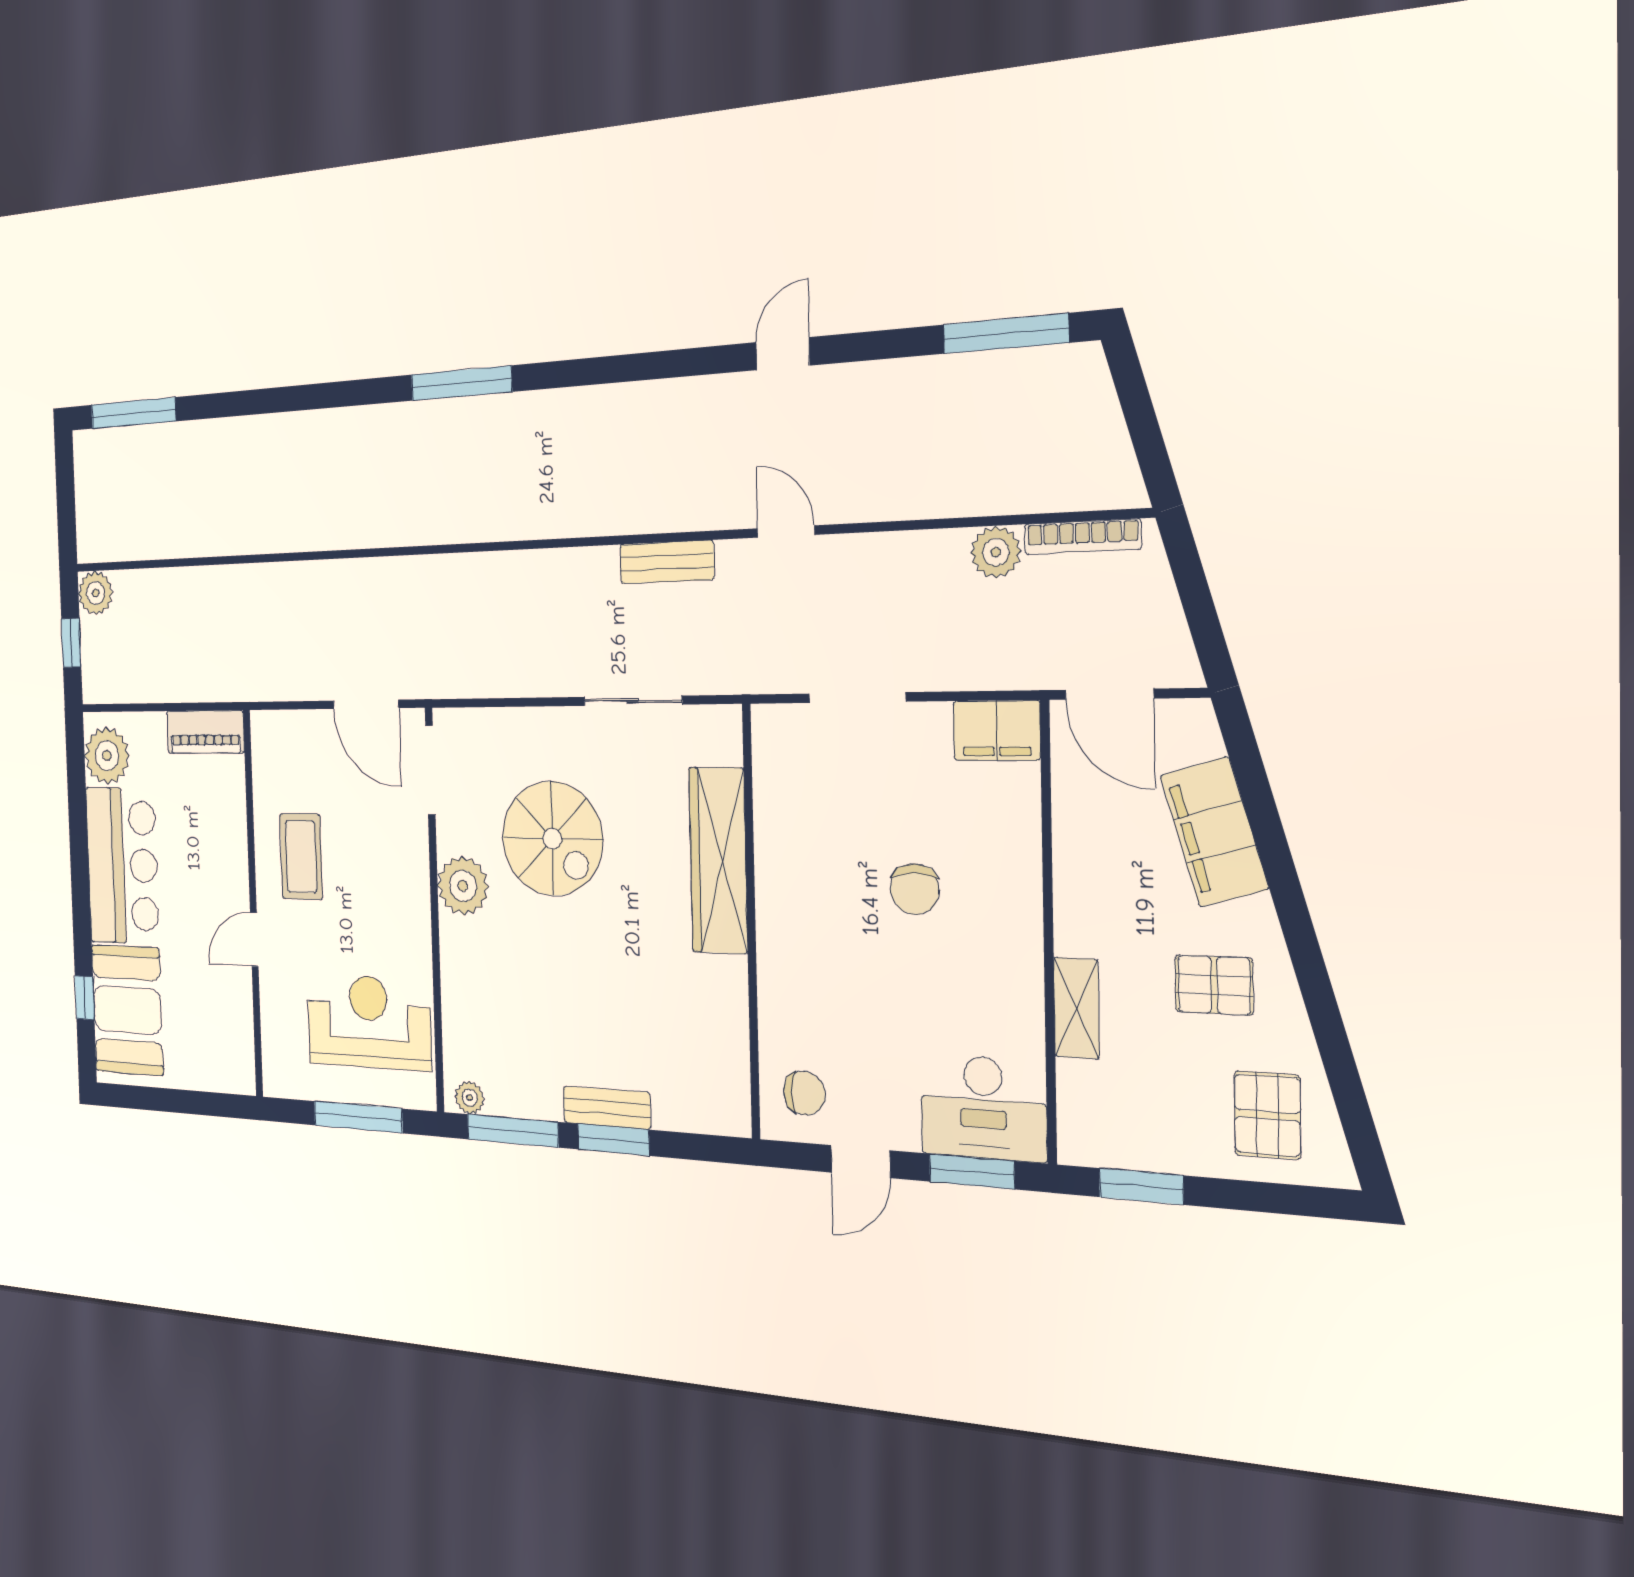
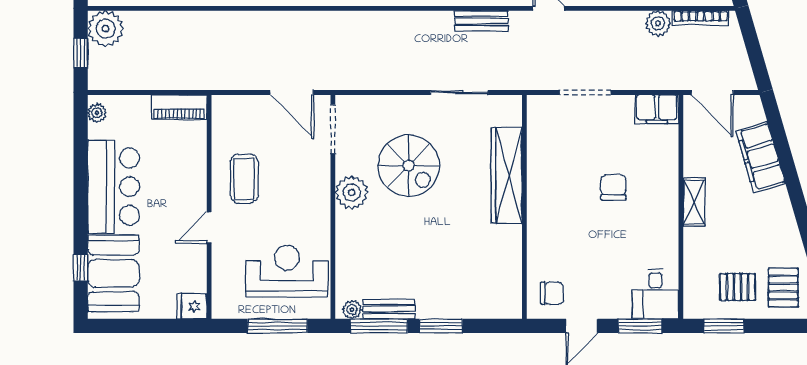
plant: (96, 593) -> (106, 29), width x1.36, depth x1.36
plant: (107, 756) -> (97, 113), width x0.53, depth x0.53
chair: (915, 889) -> (613, 187), turned 180
pallet: (1214, 985) -> (738, 287), moved
shelving: (1076, 1008) -> (694, 202), moved
fridge: (235, 1073) -> (192, 306), added
bench: (607, 1108) -> (389, 309), moved
desk: (983, 1108) -> (655, 294), width x0.73

